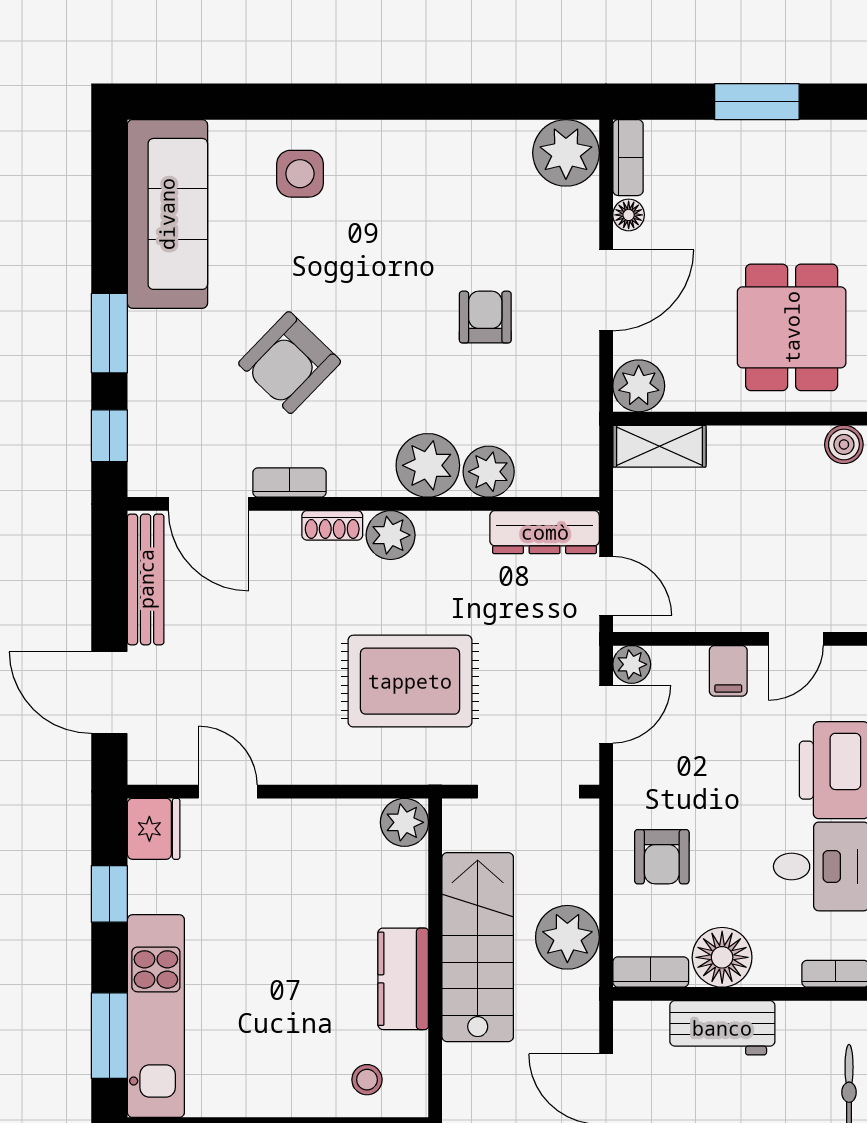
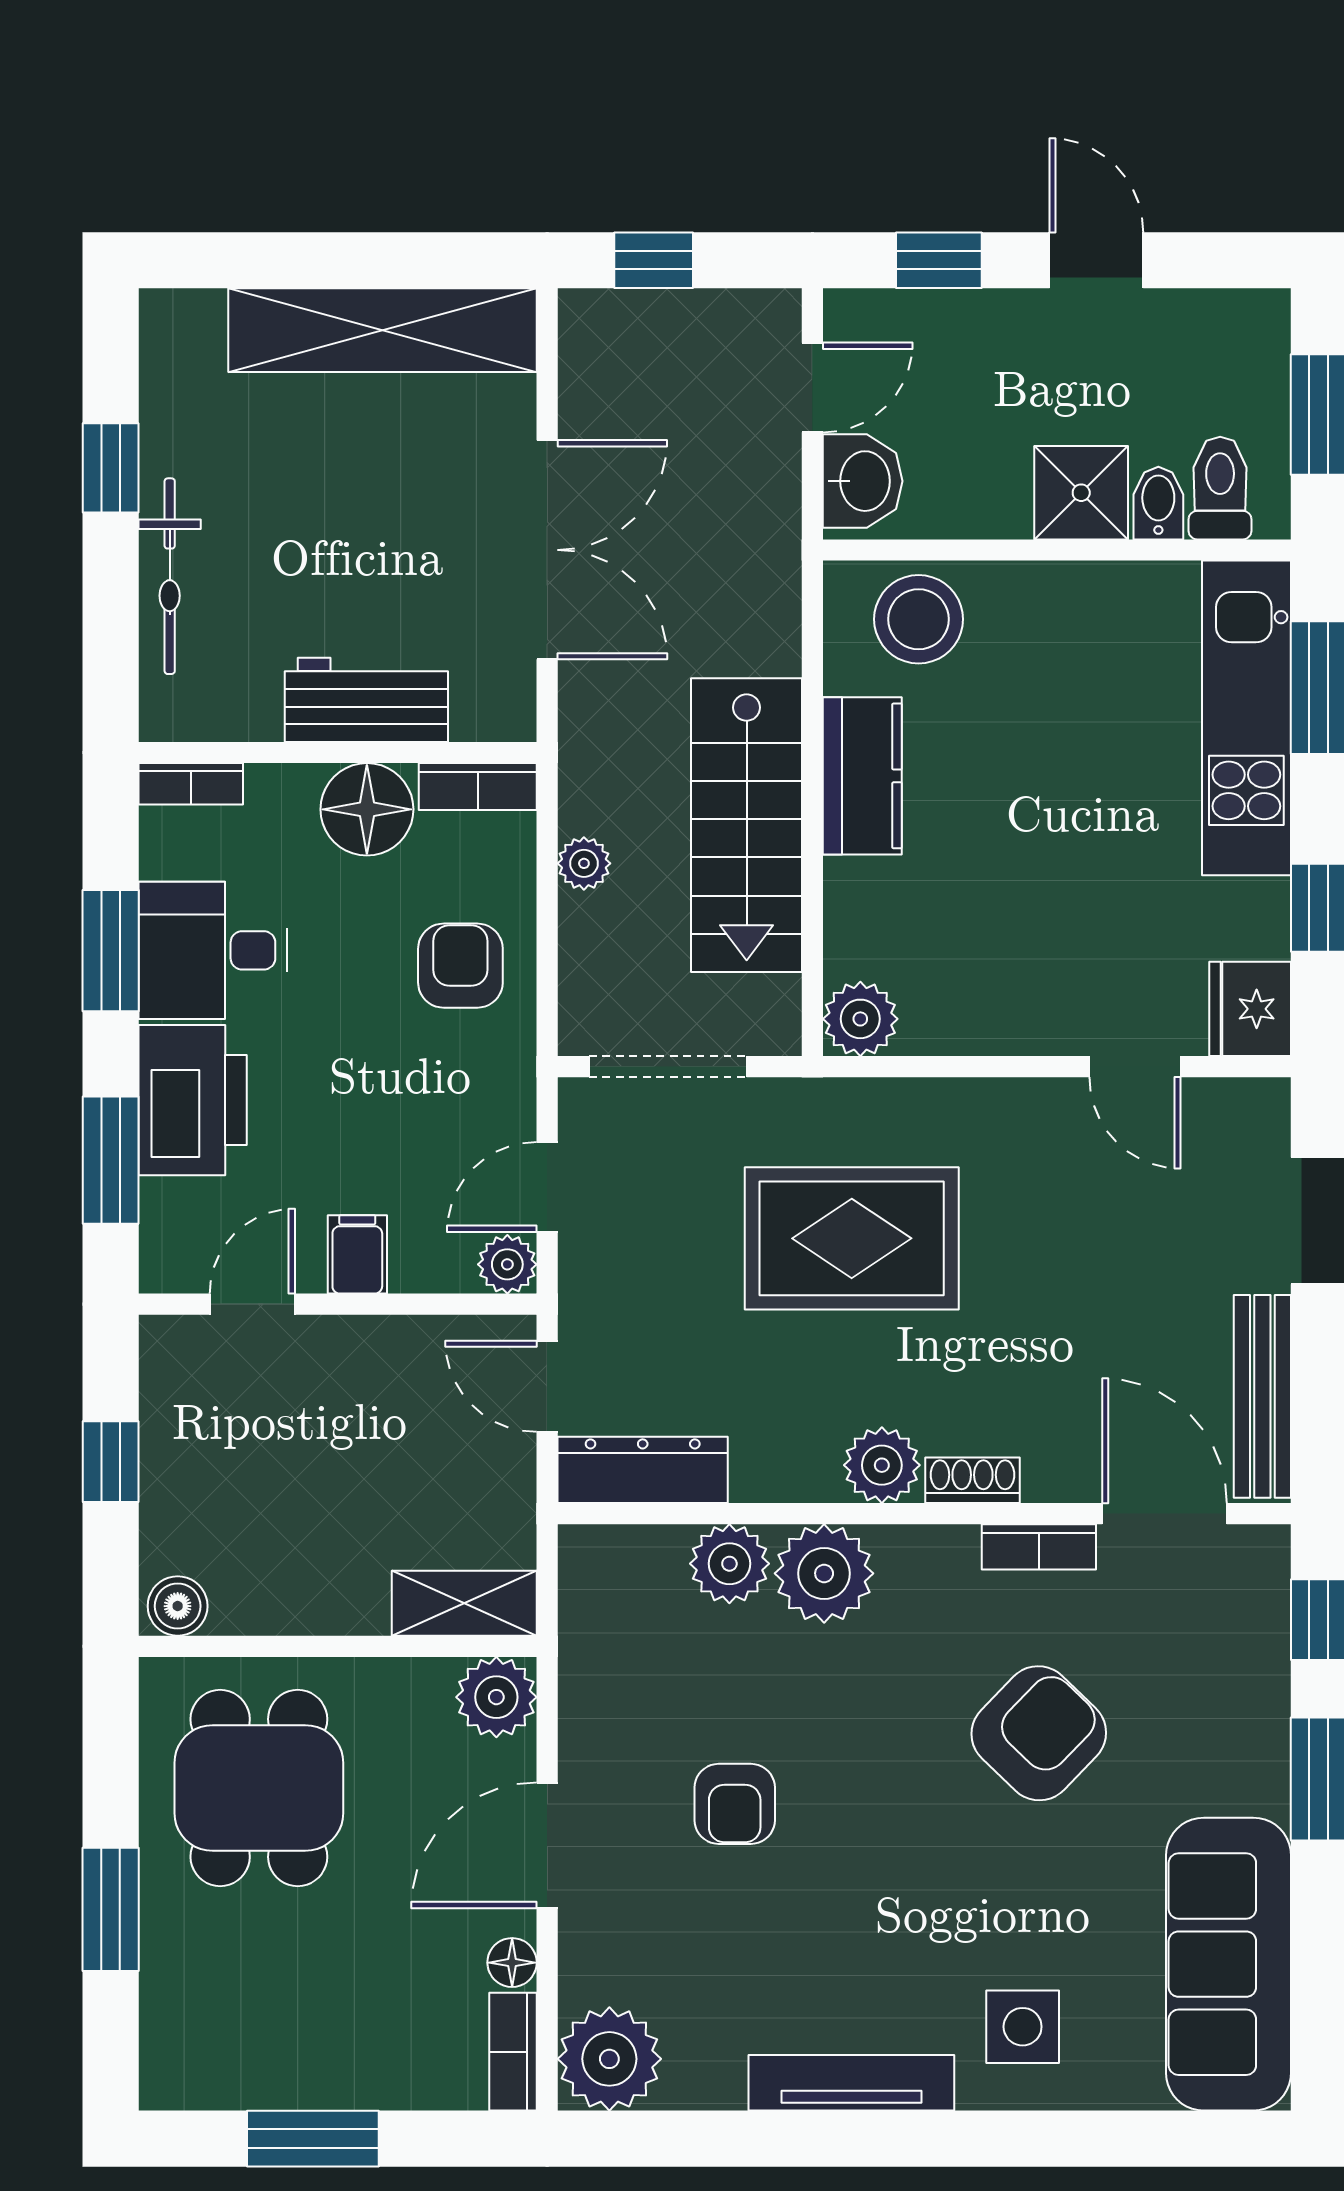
tv unit: (410, 138) -> (851, 2083), added
plant: (567, 937) -> (584, 863), width x0.53, depth x0.53
stool: (367, 1080) -> (919, 619), width x1.89, depth x1.89

